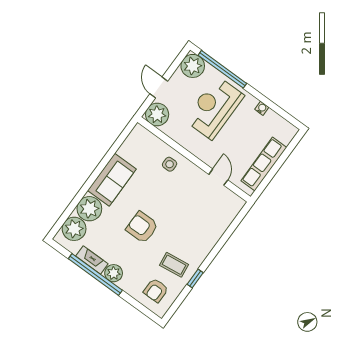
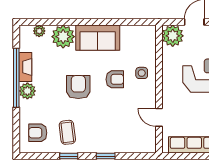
door: (218, 177) -> (159, 117), swing flipped
armchair: (158, 191) -> (115, 79), added
plant: (74, 229) -> (39, 31), width x0.53, depth x0.53
window: (218, 247) -> (106, 156), added

